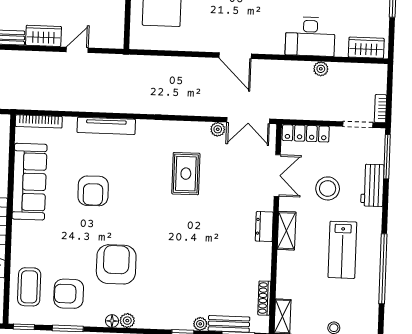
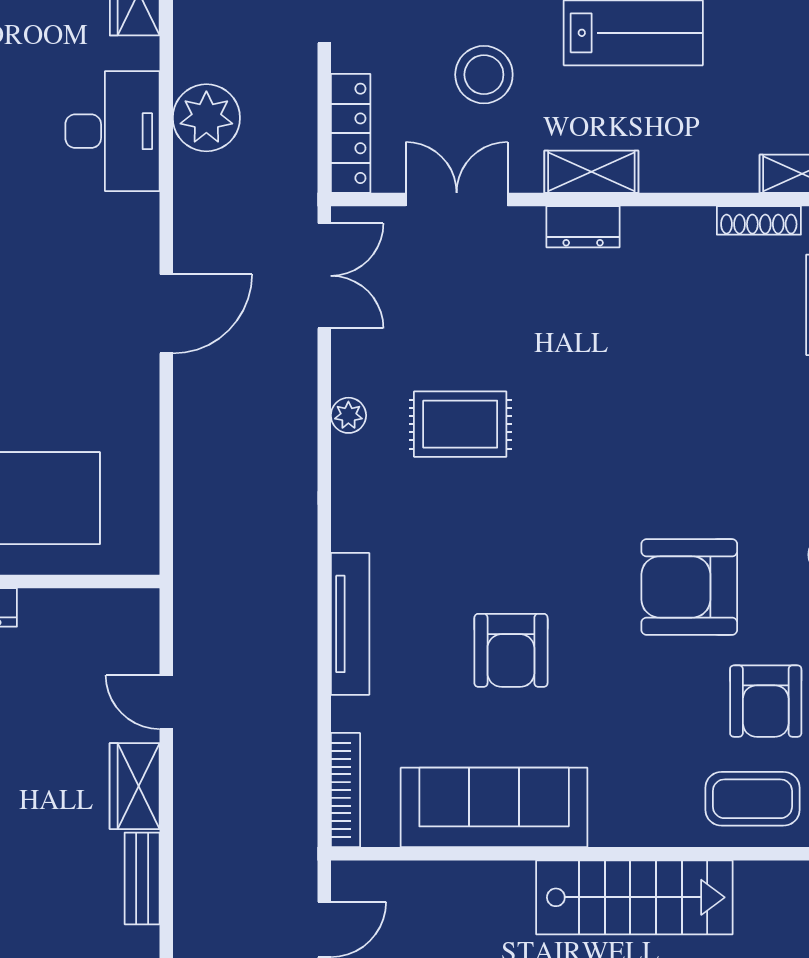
plant: (321, 69) -> (206, 118), width x1.88, depth x1.88
plant: (218, 129) -> (348, 415), moved
armchair: (93, 191) -> (511, 650), turned 90

